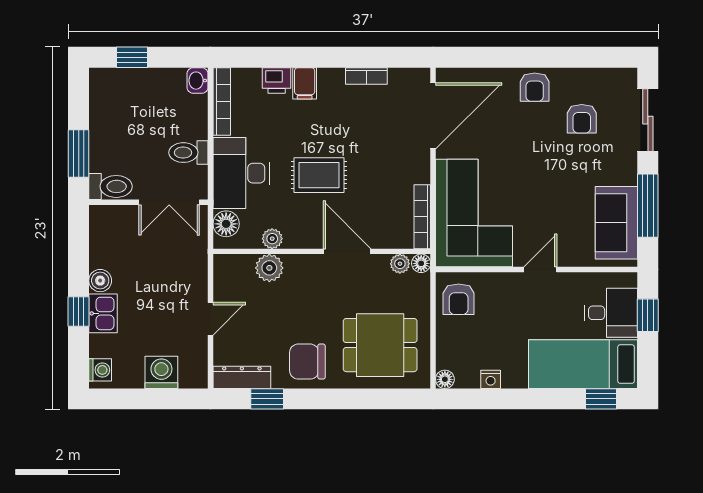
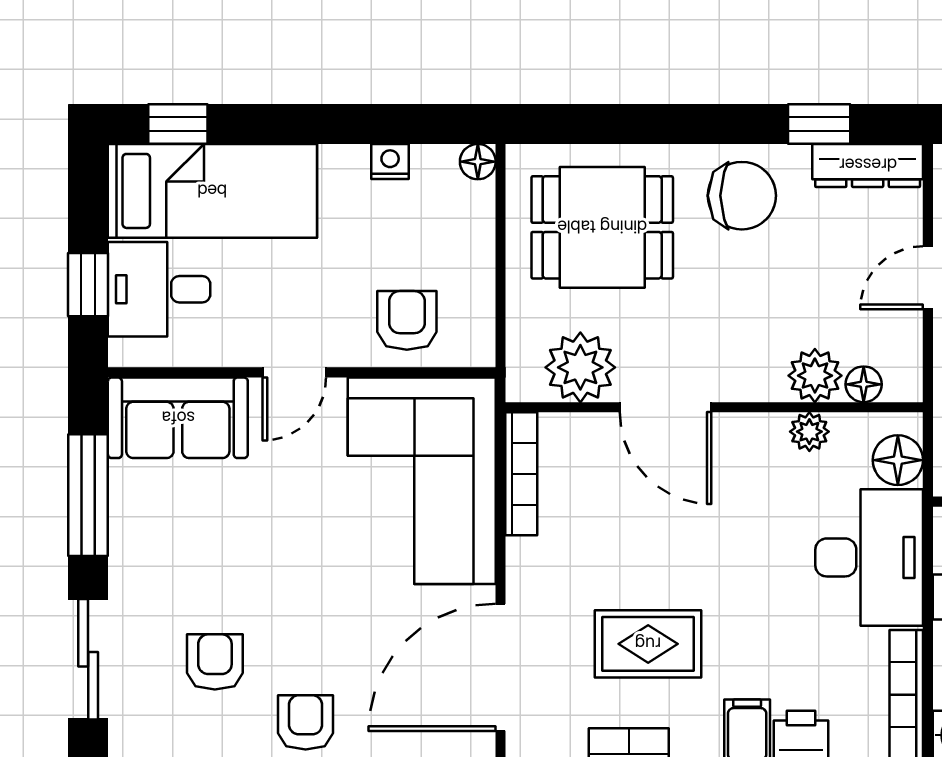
rug: (319, 175) -> (648, 644), moved
sofa: (616, 223) -> (178, 418), moved, turned 90
floor lamp: (421, 263) -> (864, 384), moved
plant: (400, 264) -> (580, 367), width x1.88, depth x1.88
armchair: (459, 299) -> (407, 320), moved

